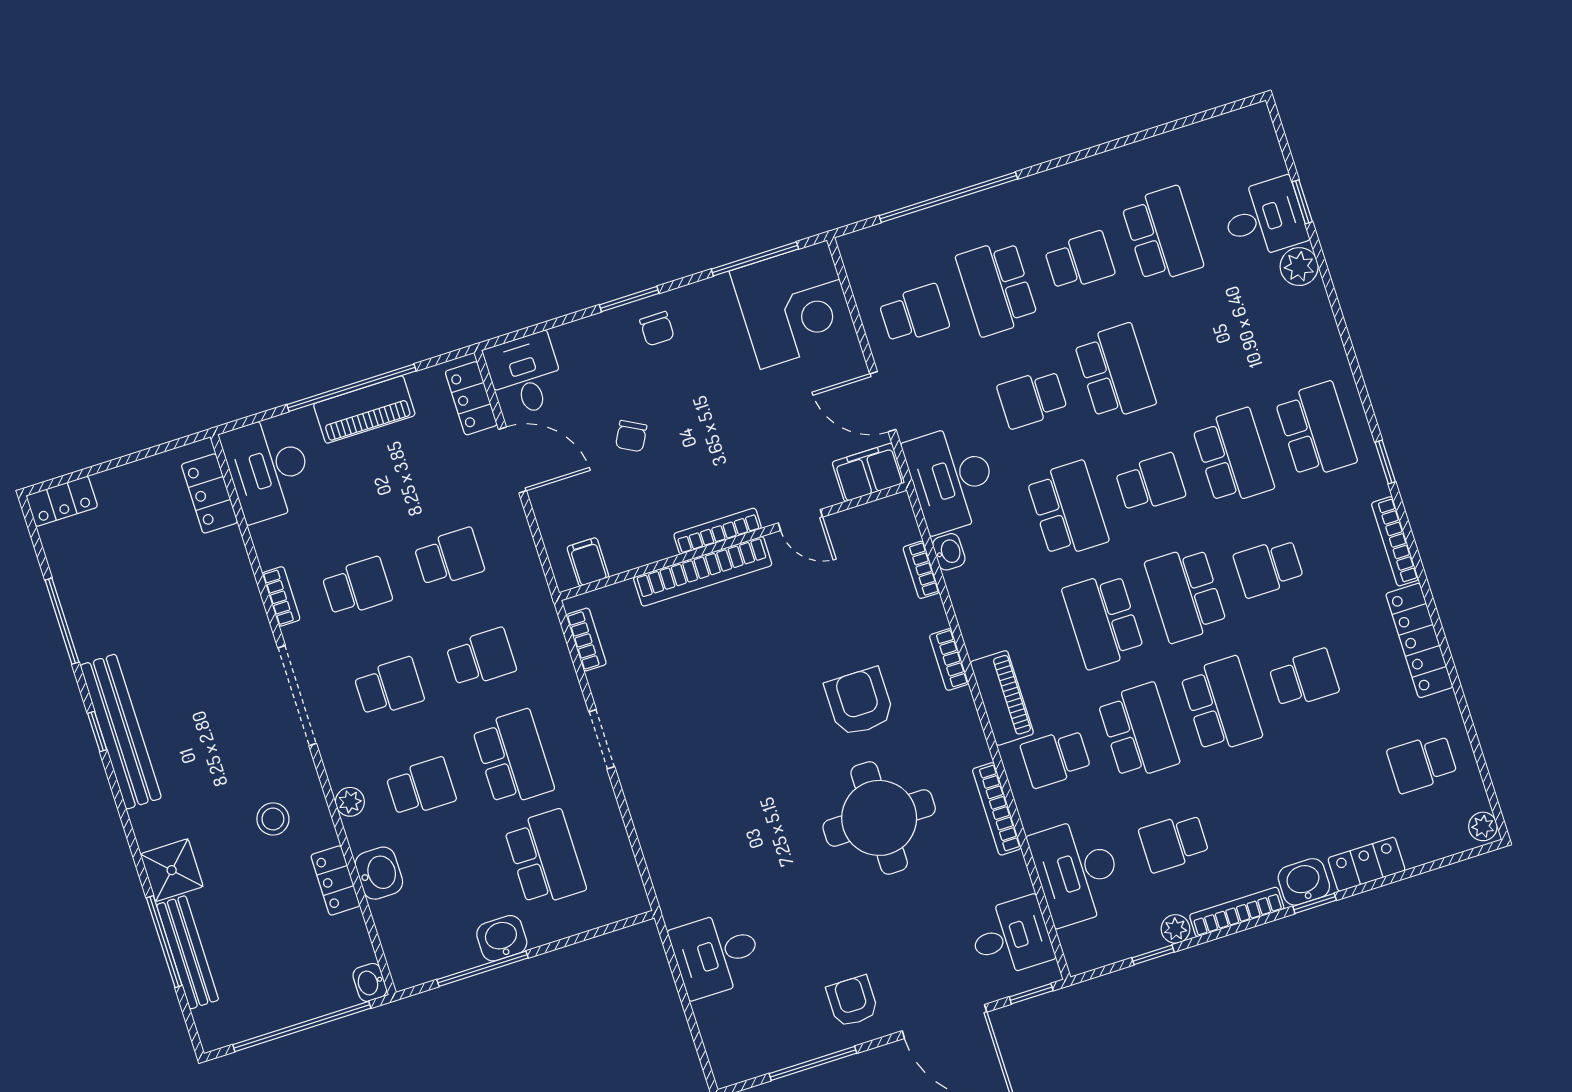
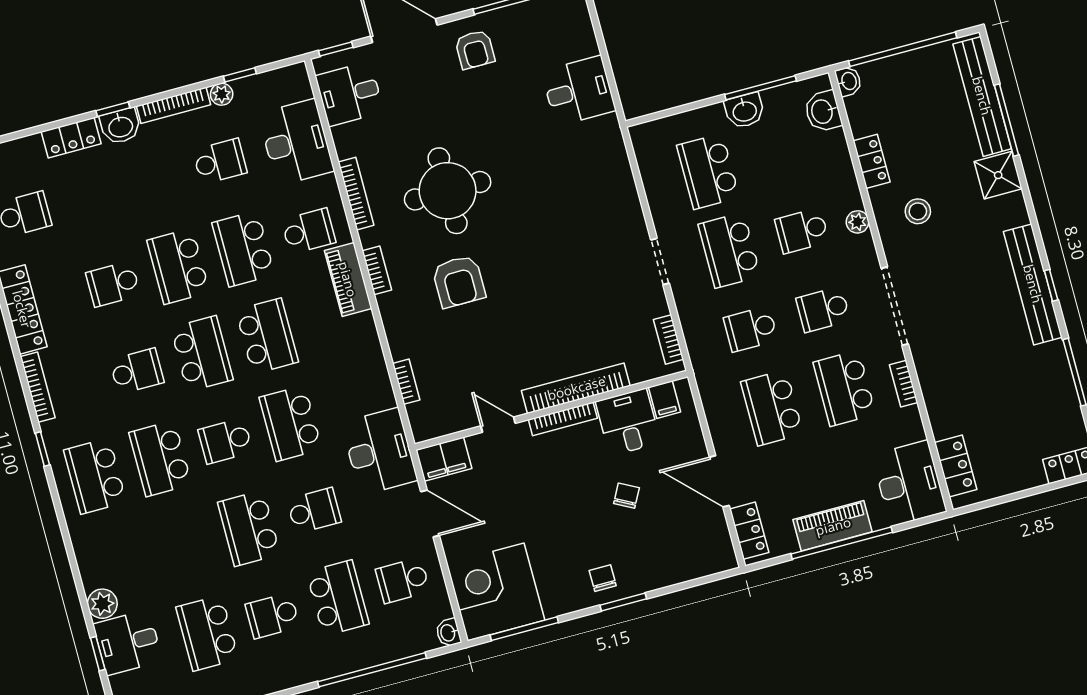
desk: (525, 375) -> (628, 422), moved, turned 180
washbasin: (949, 552) -> (448, 633), moved
school desk: (449, 558) -> (772, 408), width x1.85
school desk: (357, 587) -> (844, 388), width x1.85
bookcase: (949, 659) -> (377, 270), moved
washbasin: (379, 873) -> (823, 111), moved
bench: (188, 952) -> (982, 96), width x1.37, depth x1.21

